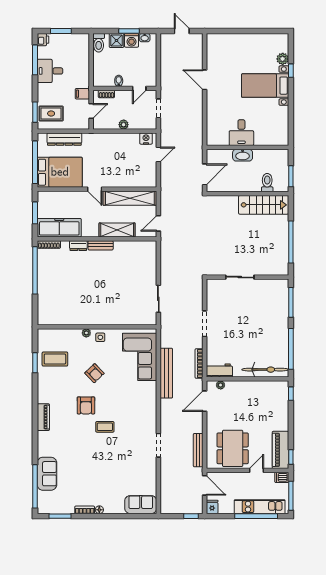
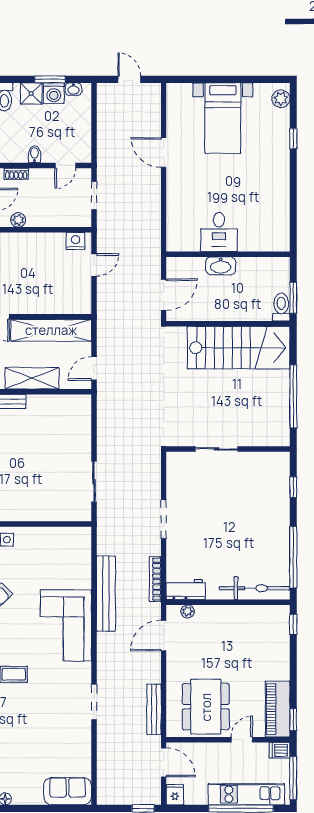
plant: (283, 59) -> (281, 99), moved
bed with nightstands: (265, 86) -> (223, 118), moved, turned -90
plant: (124, 125) -> (18, 220), moved
toilet: (267, 183) -> (281, 307), moved
stairs: (264, 205) -> (239, 348), width x1.36, depth x1.51
window: (291, 302) -> (293, 487), width x0.46
corner sofa: (140, 357) -> (66, 625), moved

